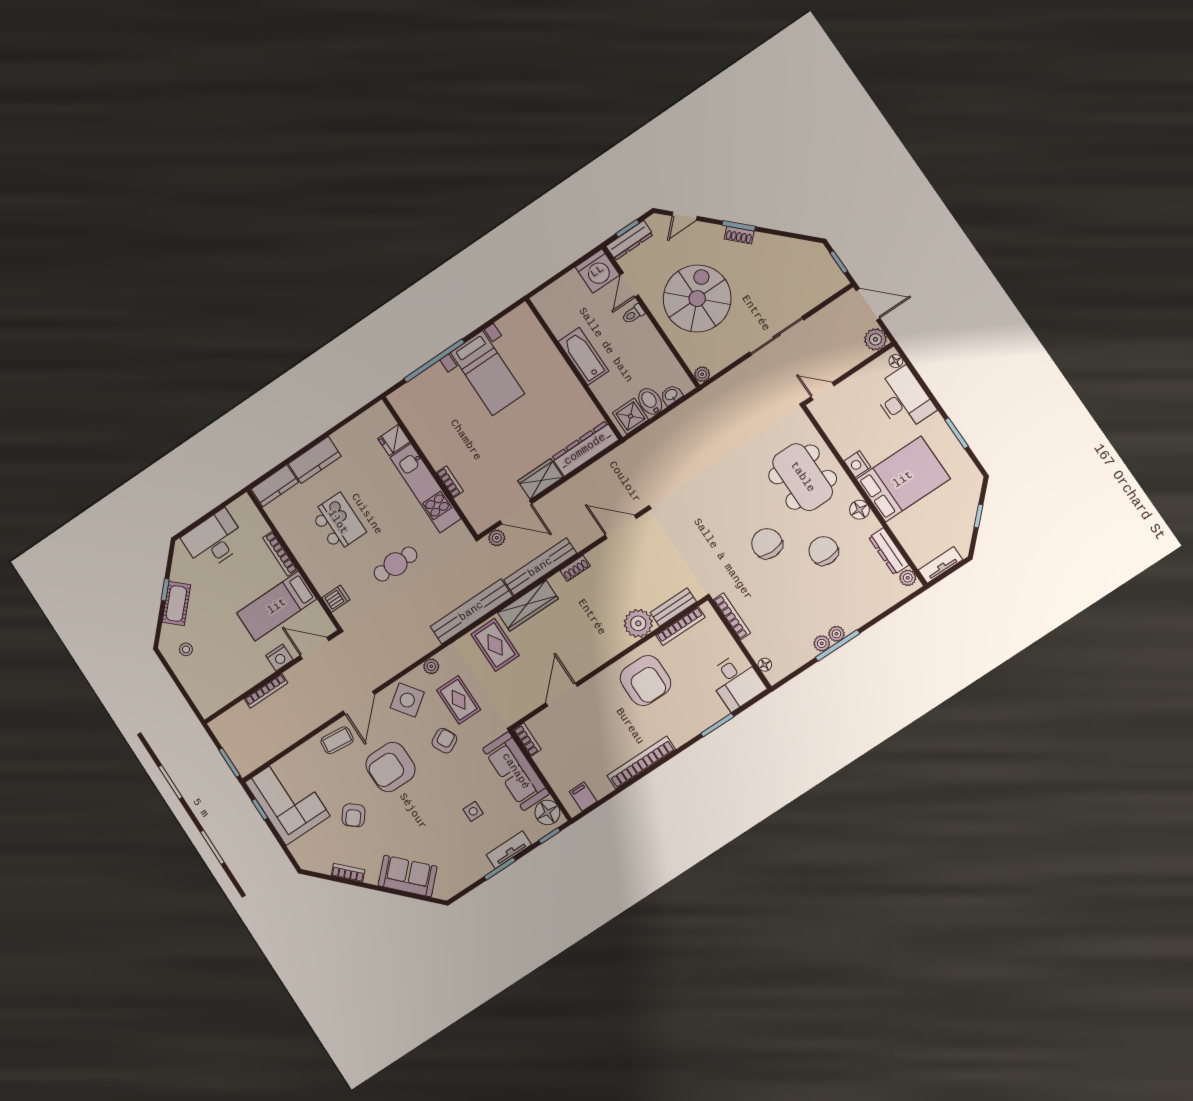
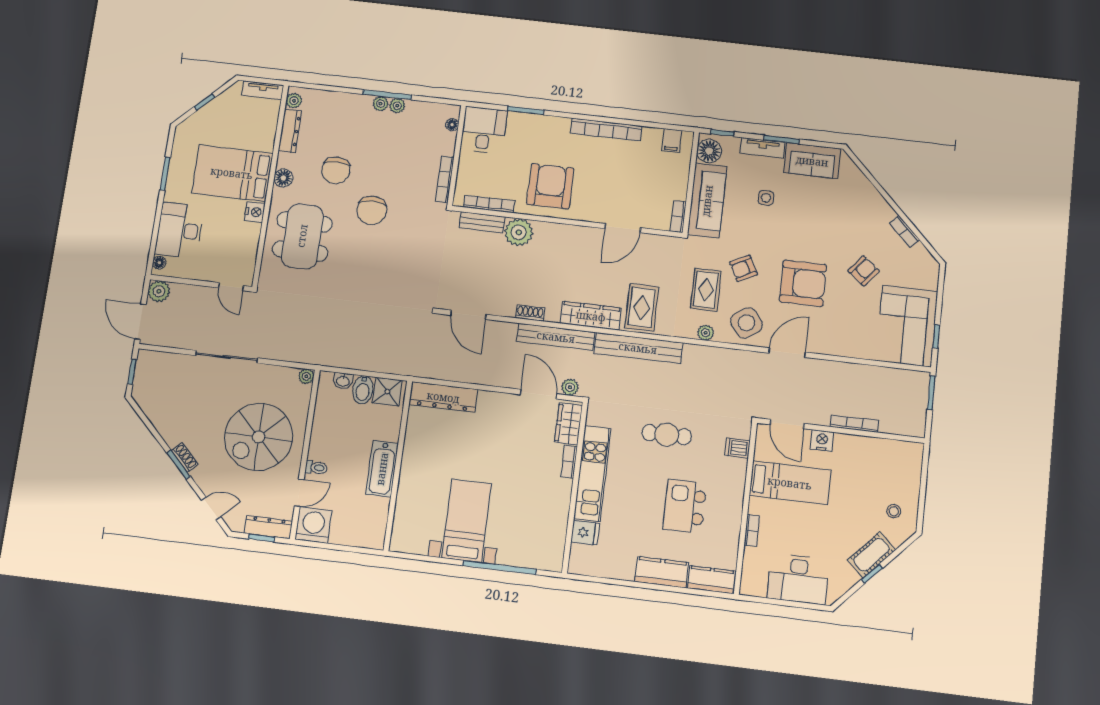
wardrobe: (540, 479) -> (568, 424), moved, turned 90
bookcase: (280, 554) -> (752, 530), width x0.64
coffee table: (337, 740) -> (829, 338), removed
sofa: (408, 876) -> (812, 161), moved, turned -45

